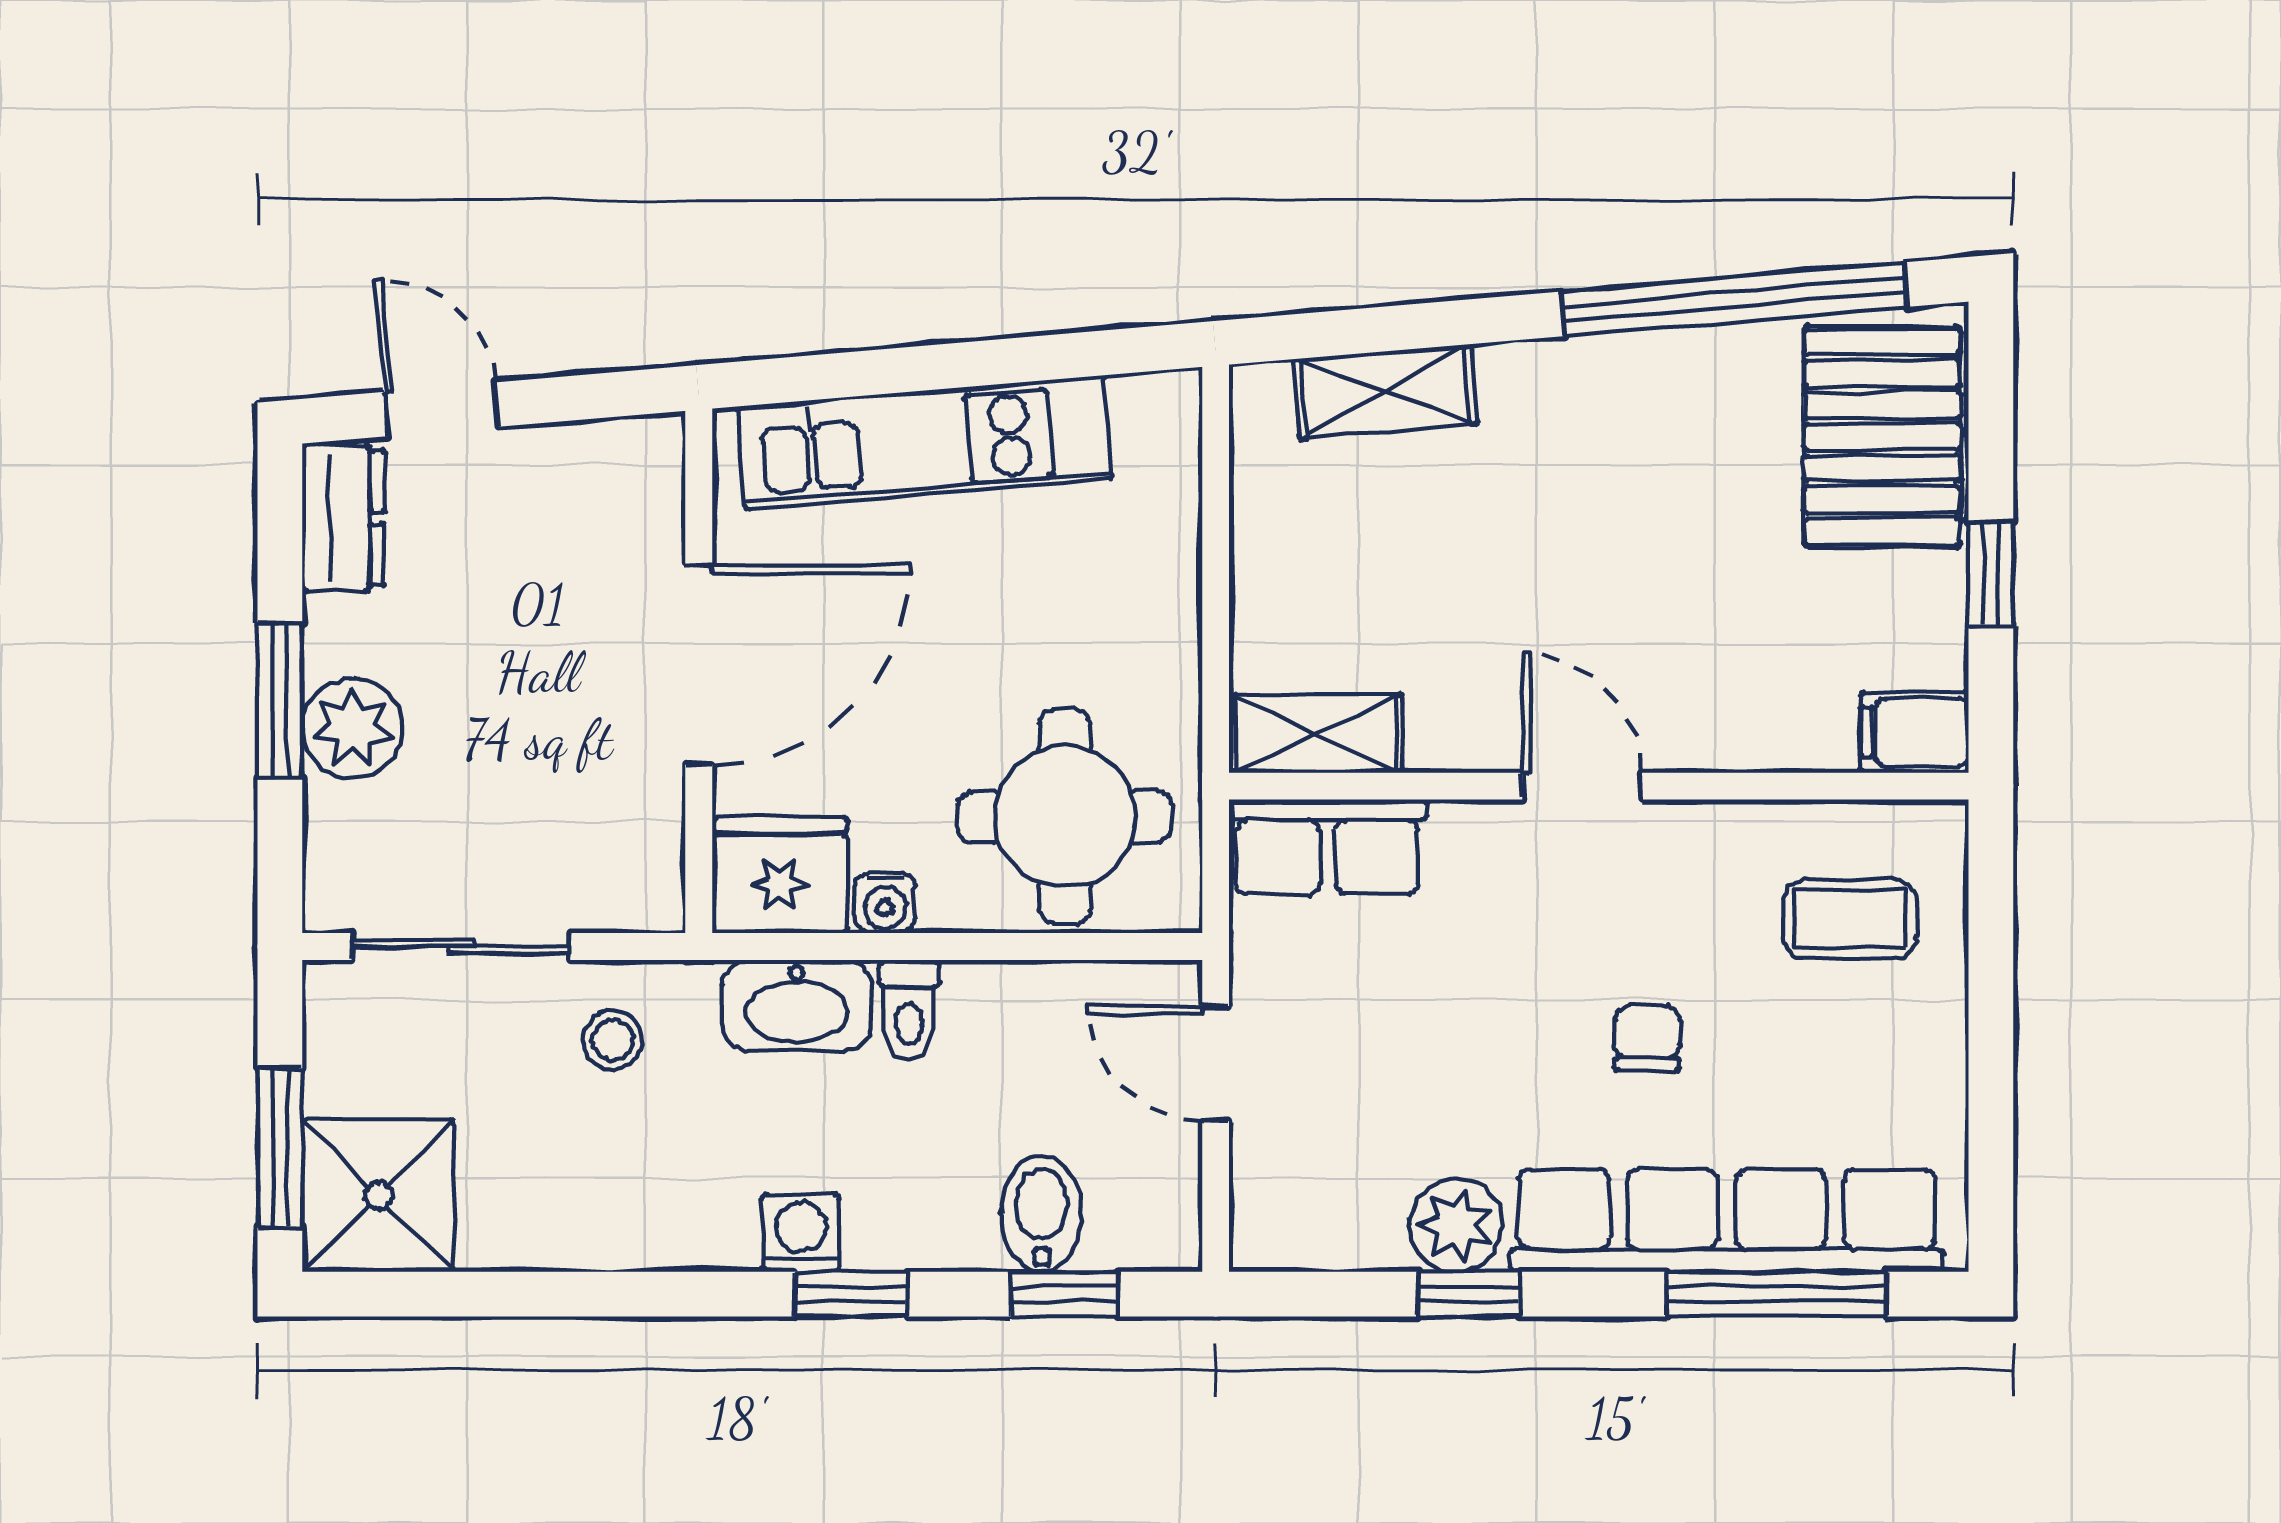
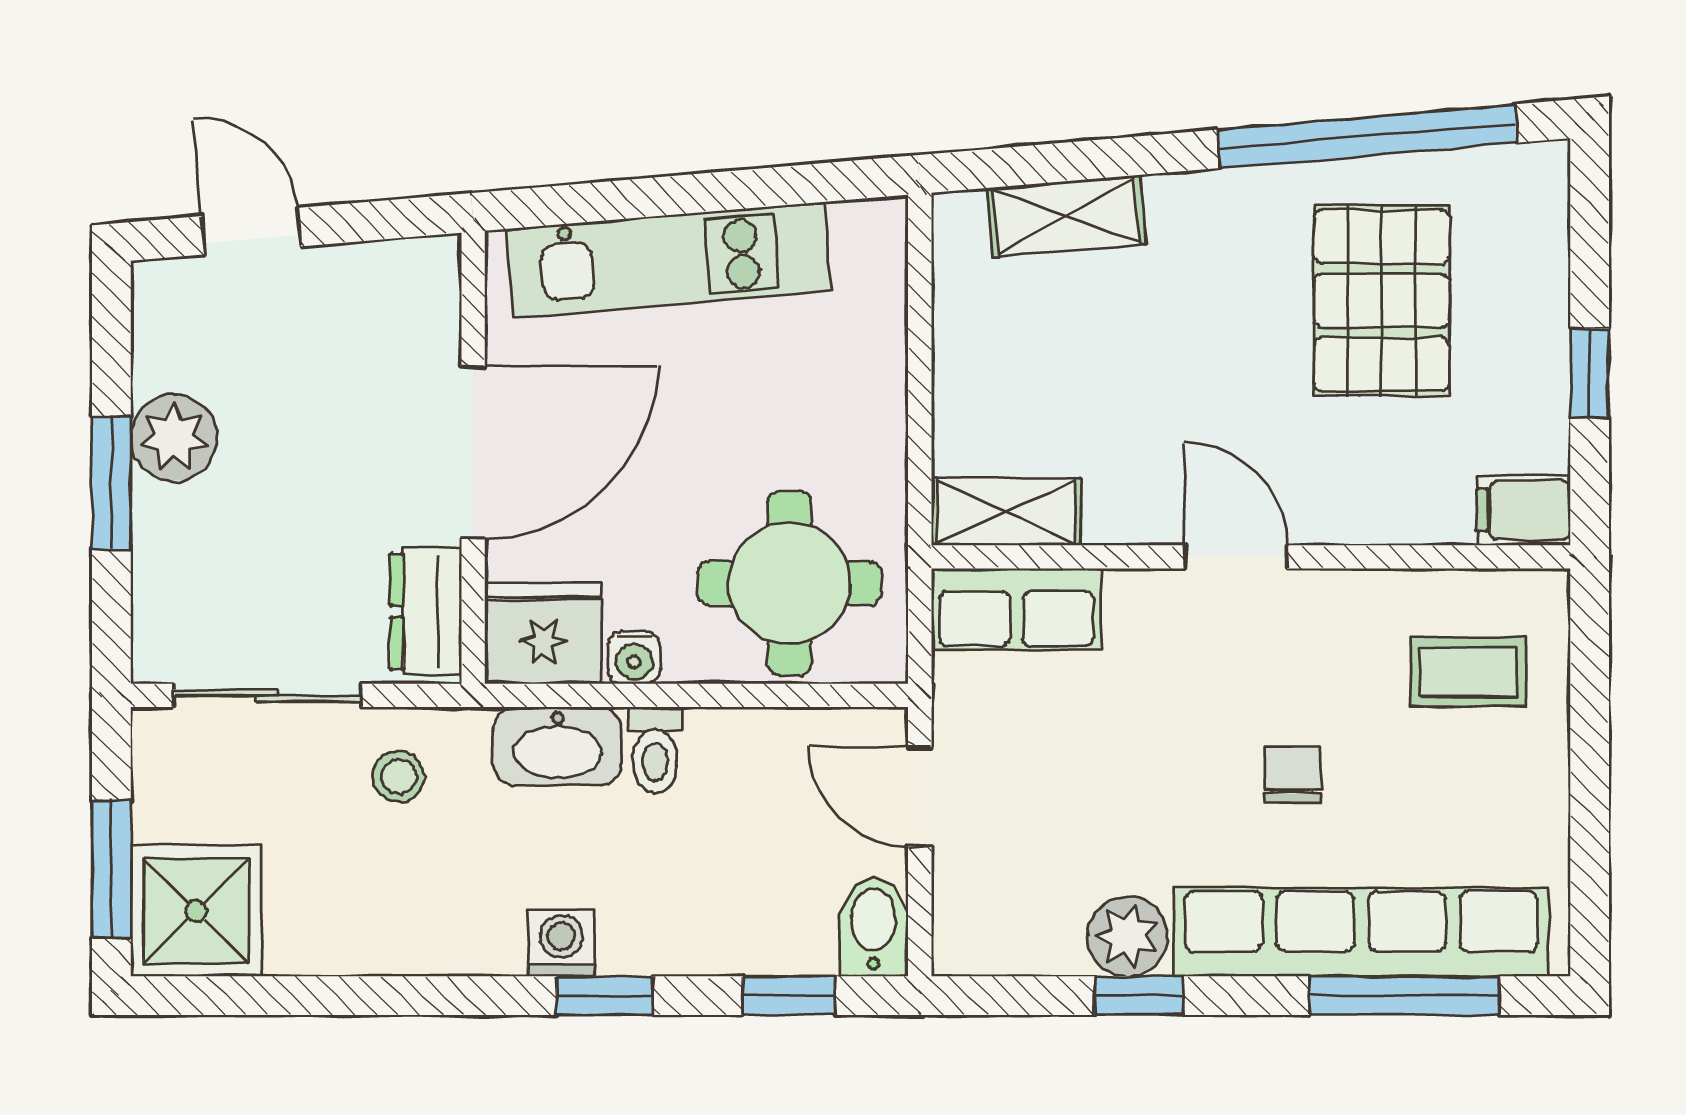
pallet: (1882, 437) -> (1382, 301), moved
dresser: (343, 518) -> (426, 612), moved, turned 180
plant: (352, 728) -> (174, 438), moved
bidet: (1042, 1214) -> (874, 926), moved

